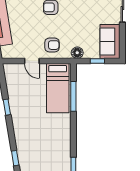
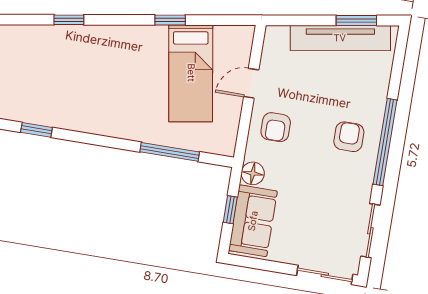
sofa: (110, 41) -> (253, 221), moved, turned 90
bed: (58, 88) -> (191, 73), moved, turned -99

